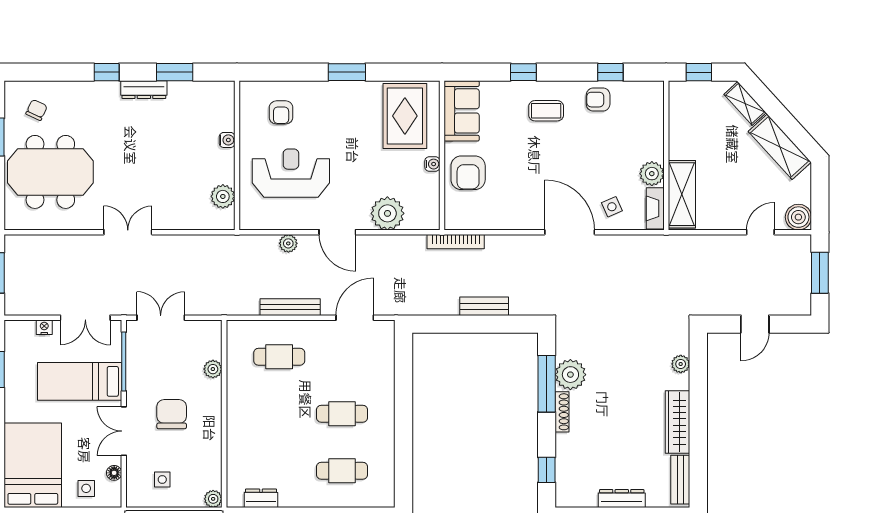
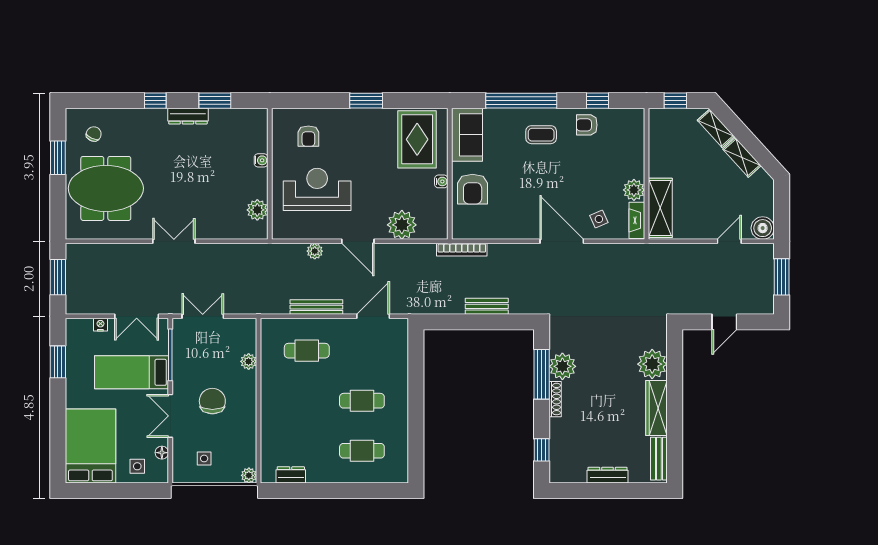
window: (523, 72) -> (521, 101), width x3.17
shelving: (780, 147) -> (742, 157), width x0.67, depth x0.75
plant: (681, 364) -> (652, 364), width x1.88, depth x1.88

